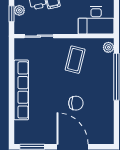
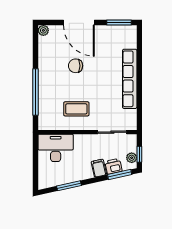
plant: (108, 47) -> (43, 30), moved
coffee table: (75, 60) -> (76, 109), turned 76

